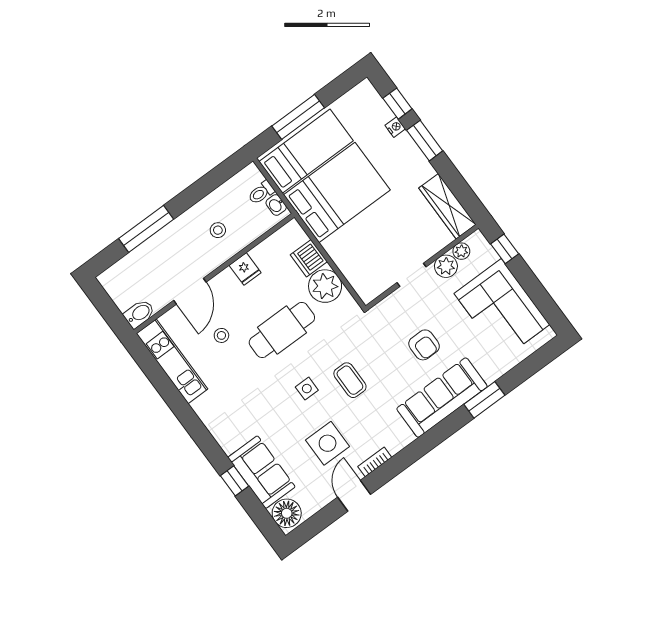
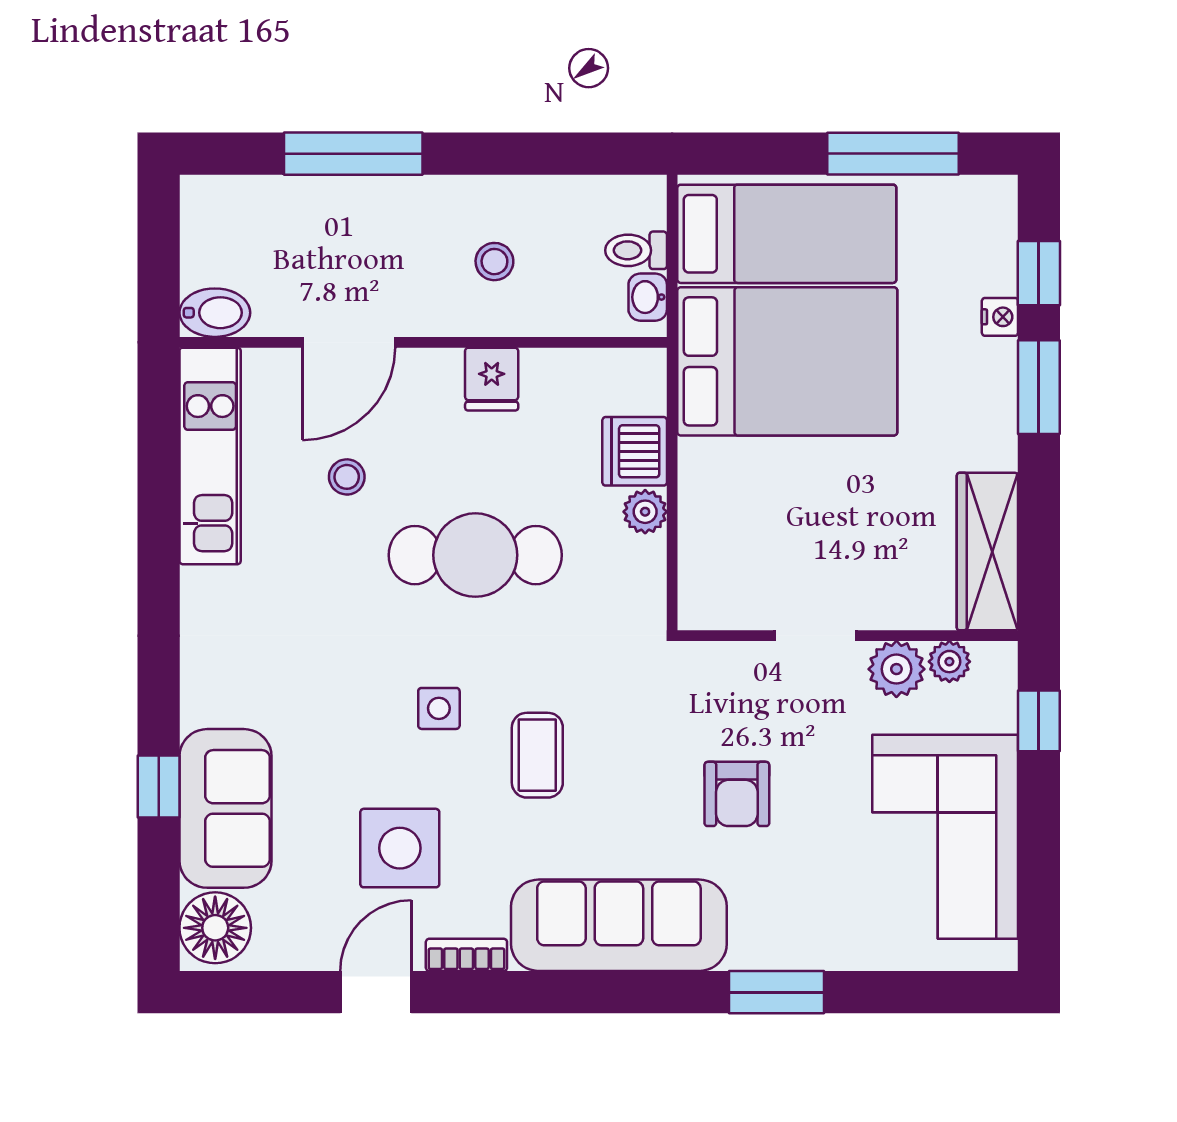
window: (298, 117) -> (893, 154), moved
plant: (325, 286) -> (645, 512), width x0.53, depth x0.53
sofa: (442, 398) -> (619, 925), moved

